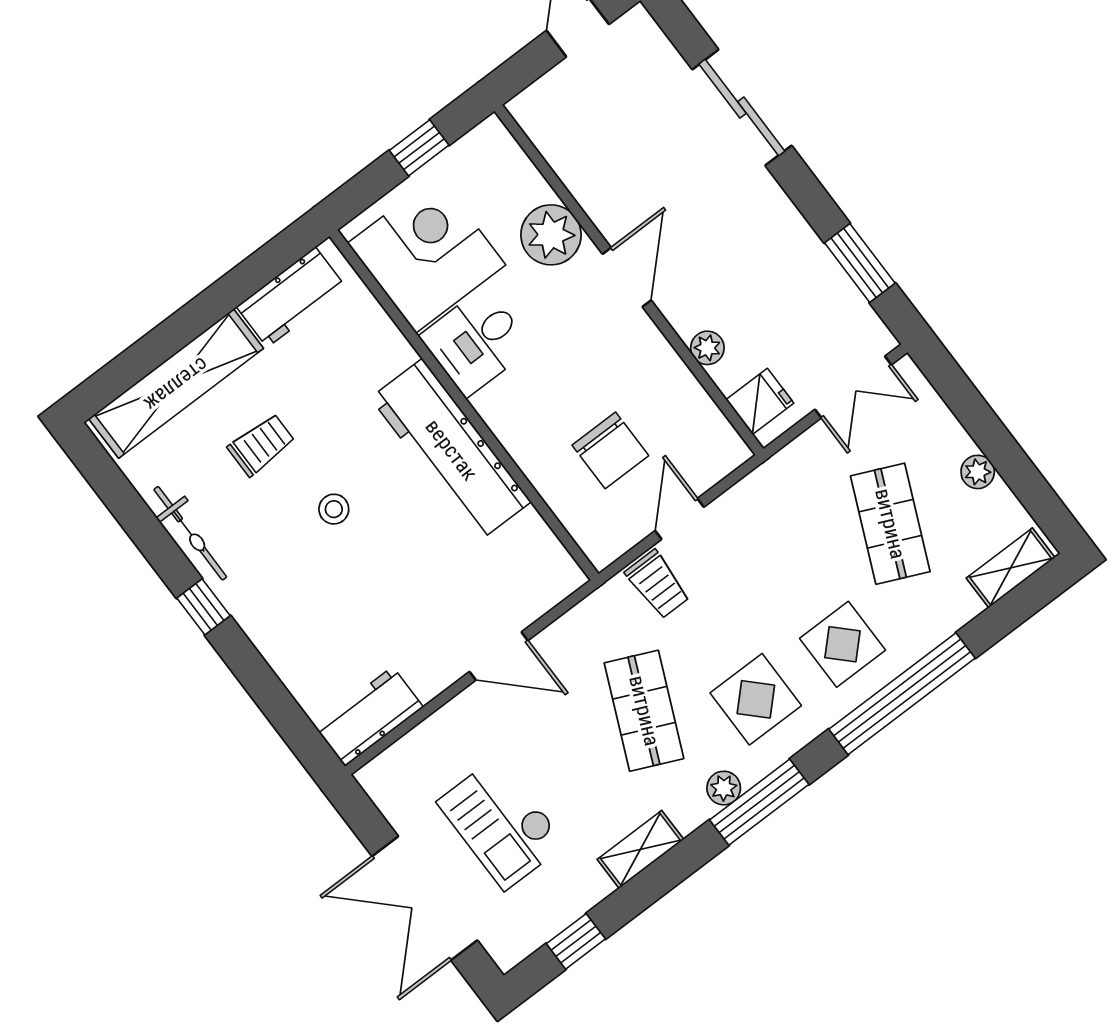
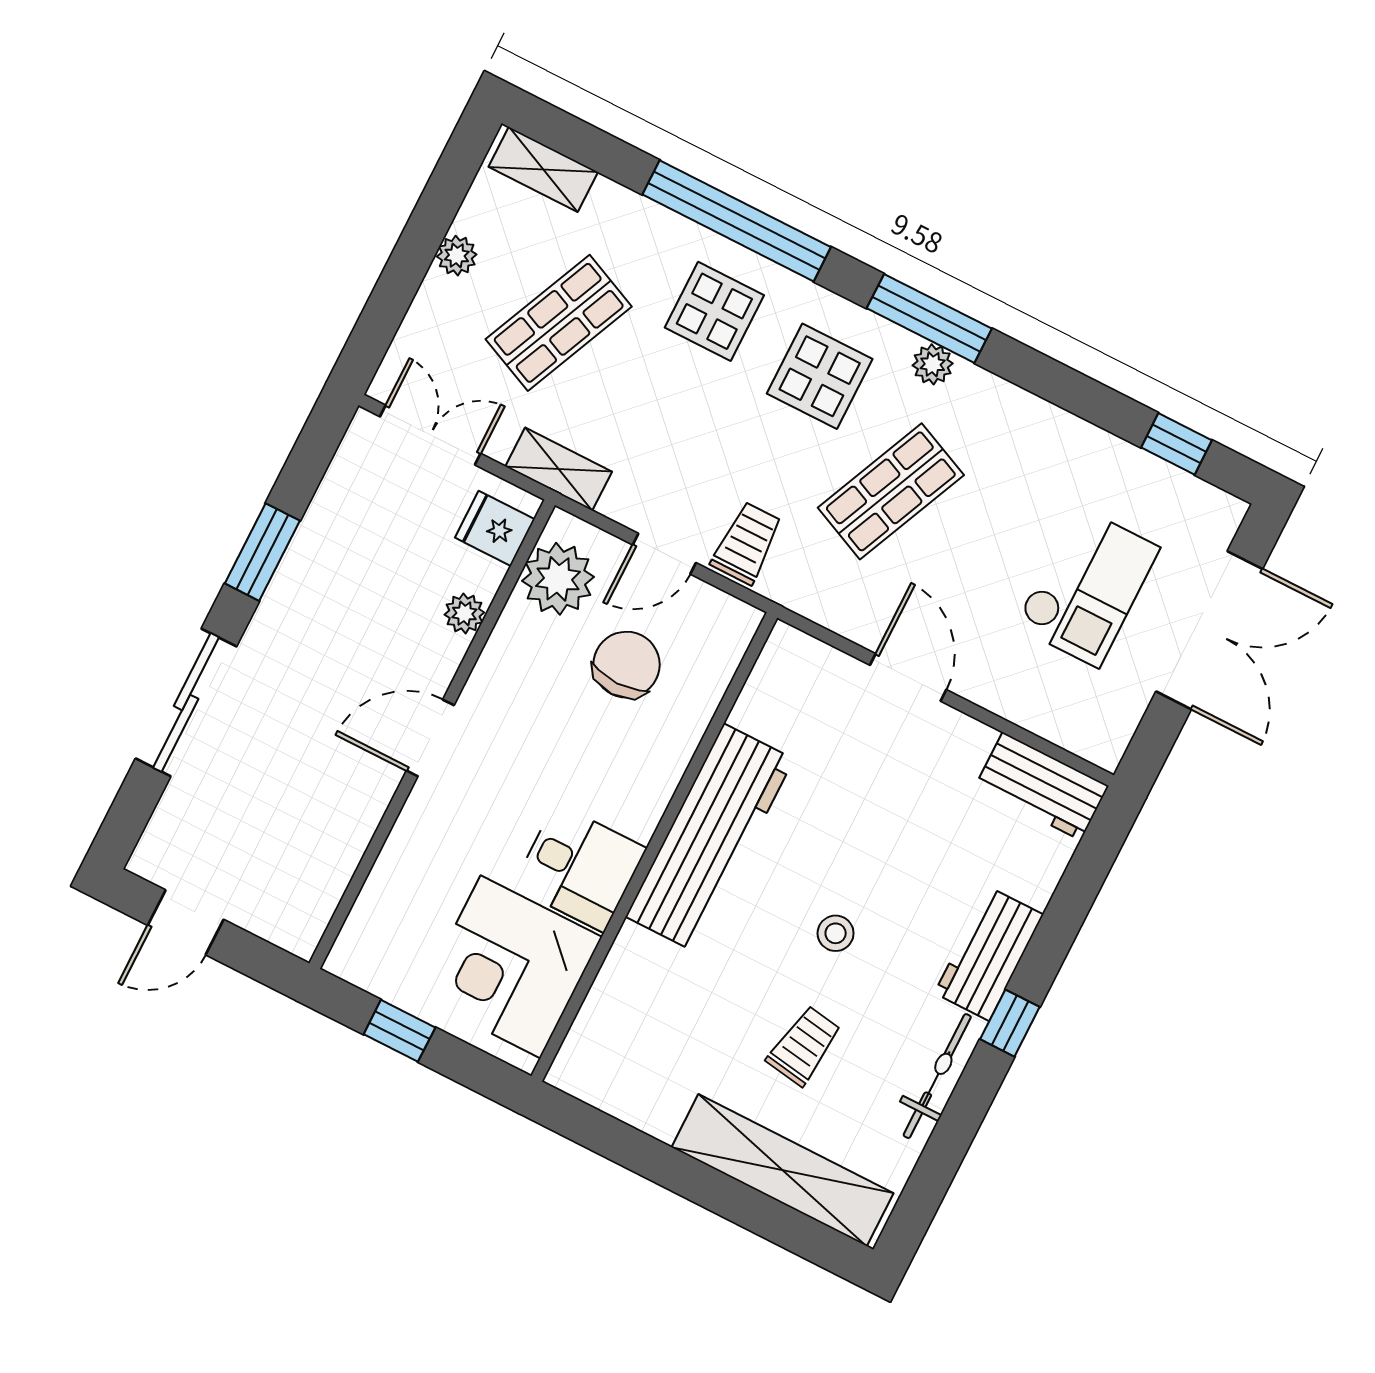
plant: (551, 235) -> (558, 579), moved
window: (860, 263) -> (262, 552), moved
workbench: (291, 297) -> (989, 954), moved, turned -90
trolley: (261, 445) -> (804, 1046), turned 99
shelving: (640, 849) -> (559, 469), moved

